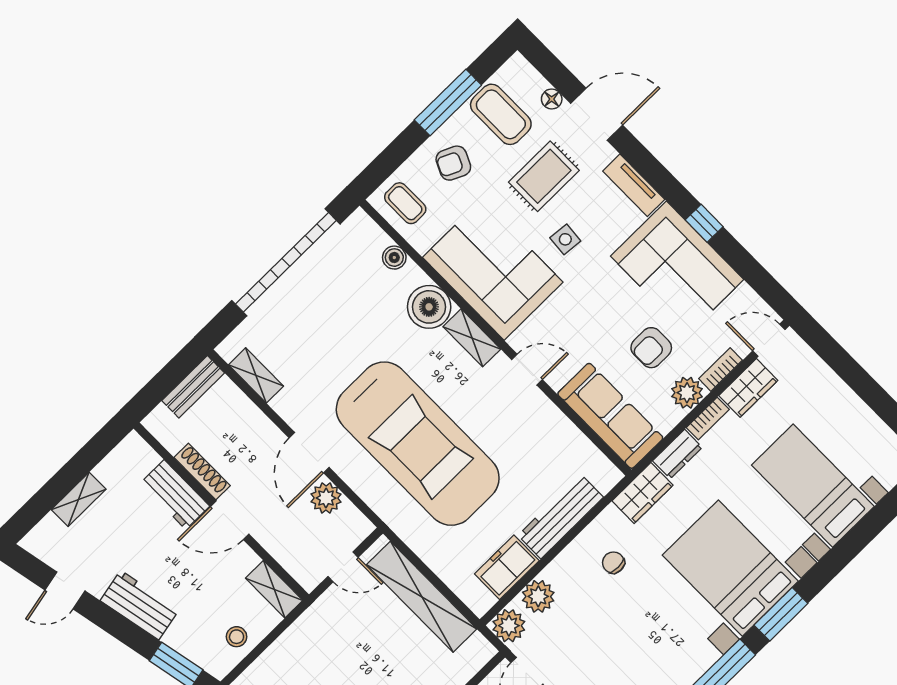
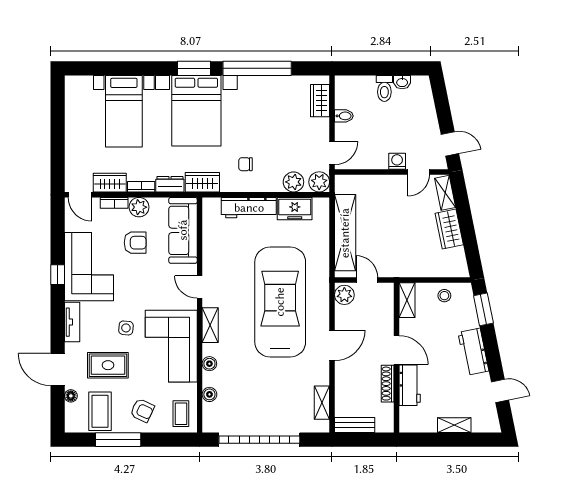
boiler: (429, 307) -> (209, 364), width x0.54, depth x0.54
plant: (326, 498) -> (344, 295), moved
chair: (613, 563) -> (246, 164), turned 90

